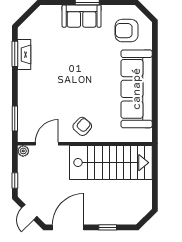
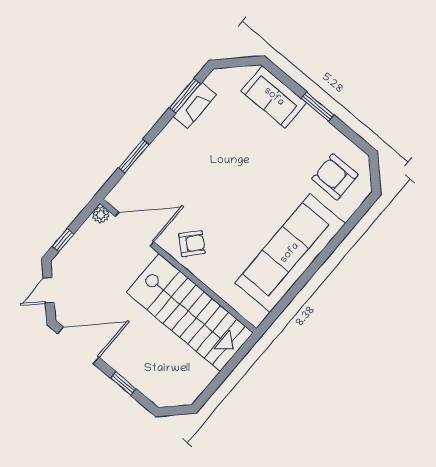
sofa: (82, 16) -> (274, 97), moved
window: (15, 119) -> (134, 156), moved
door: (47, 144) -> (135, 229), width x1.36

